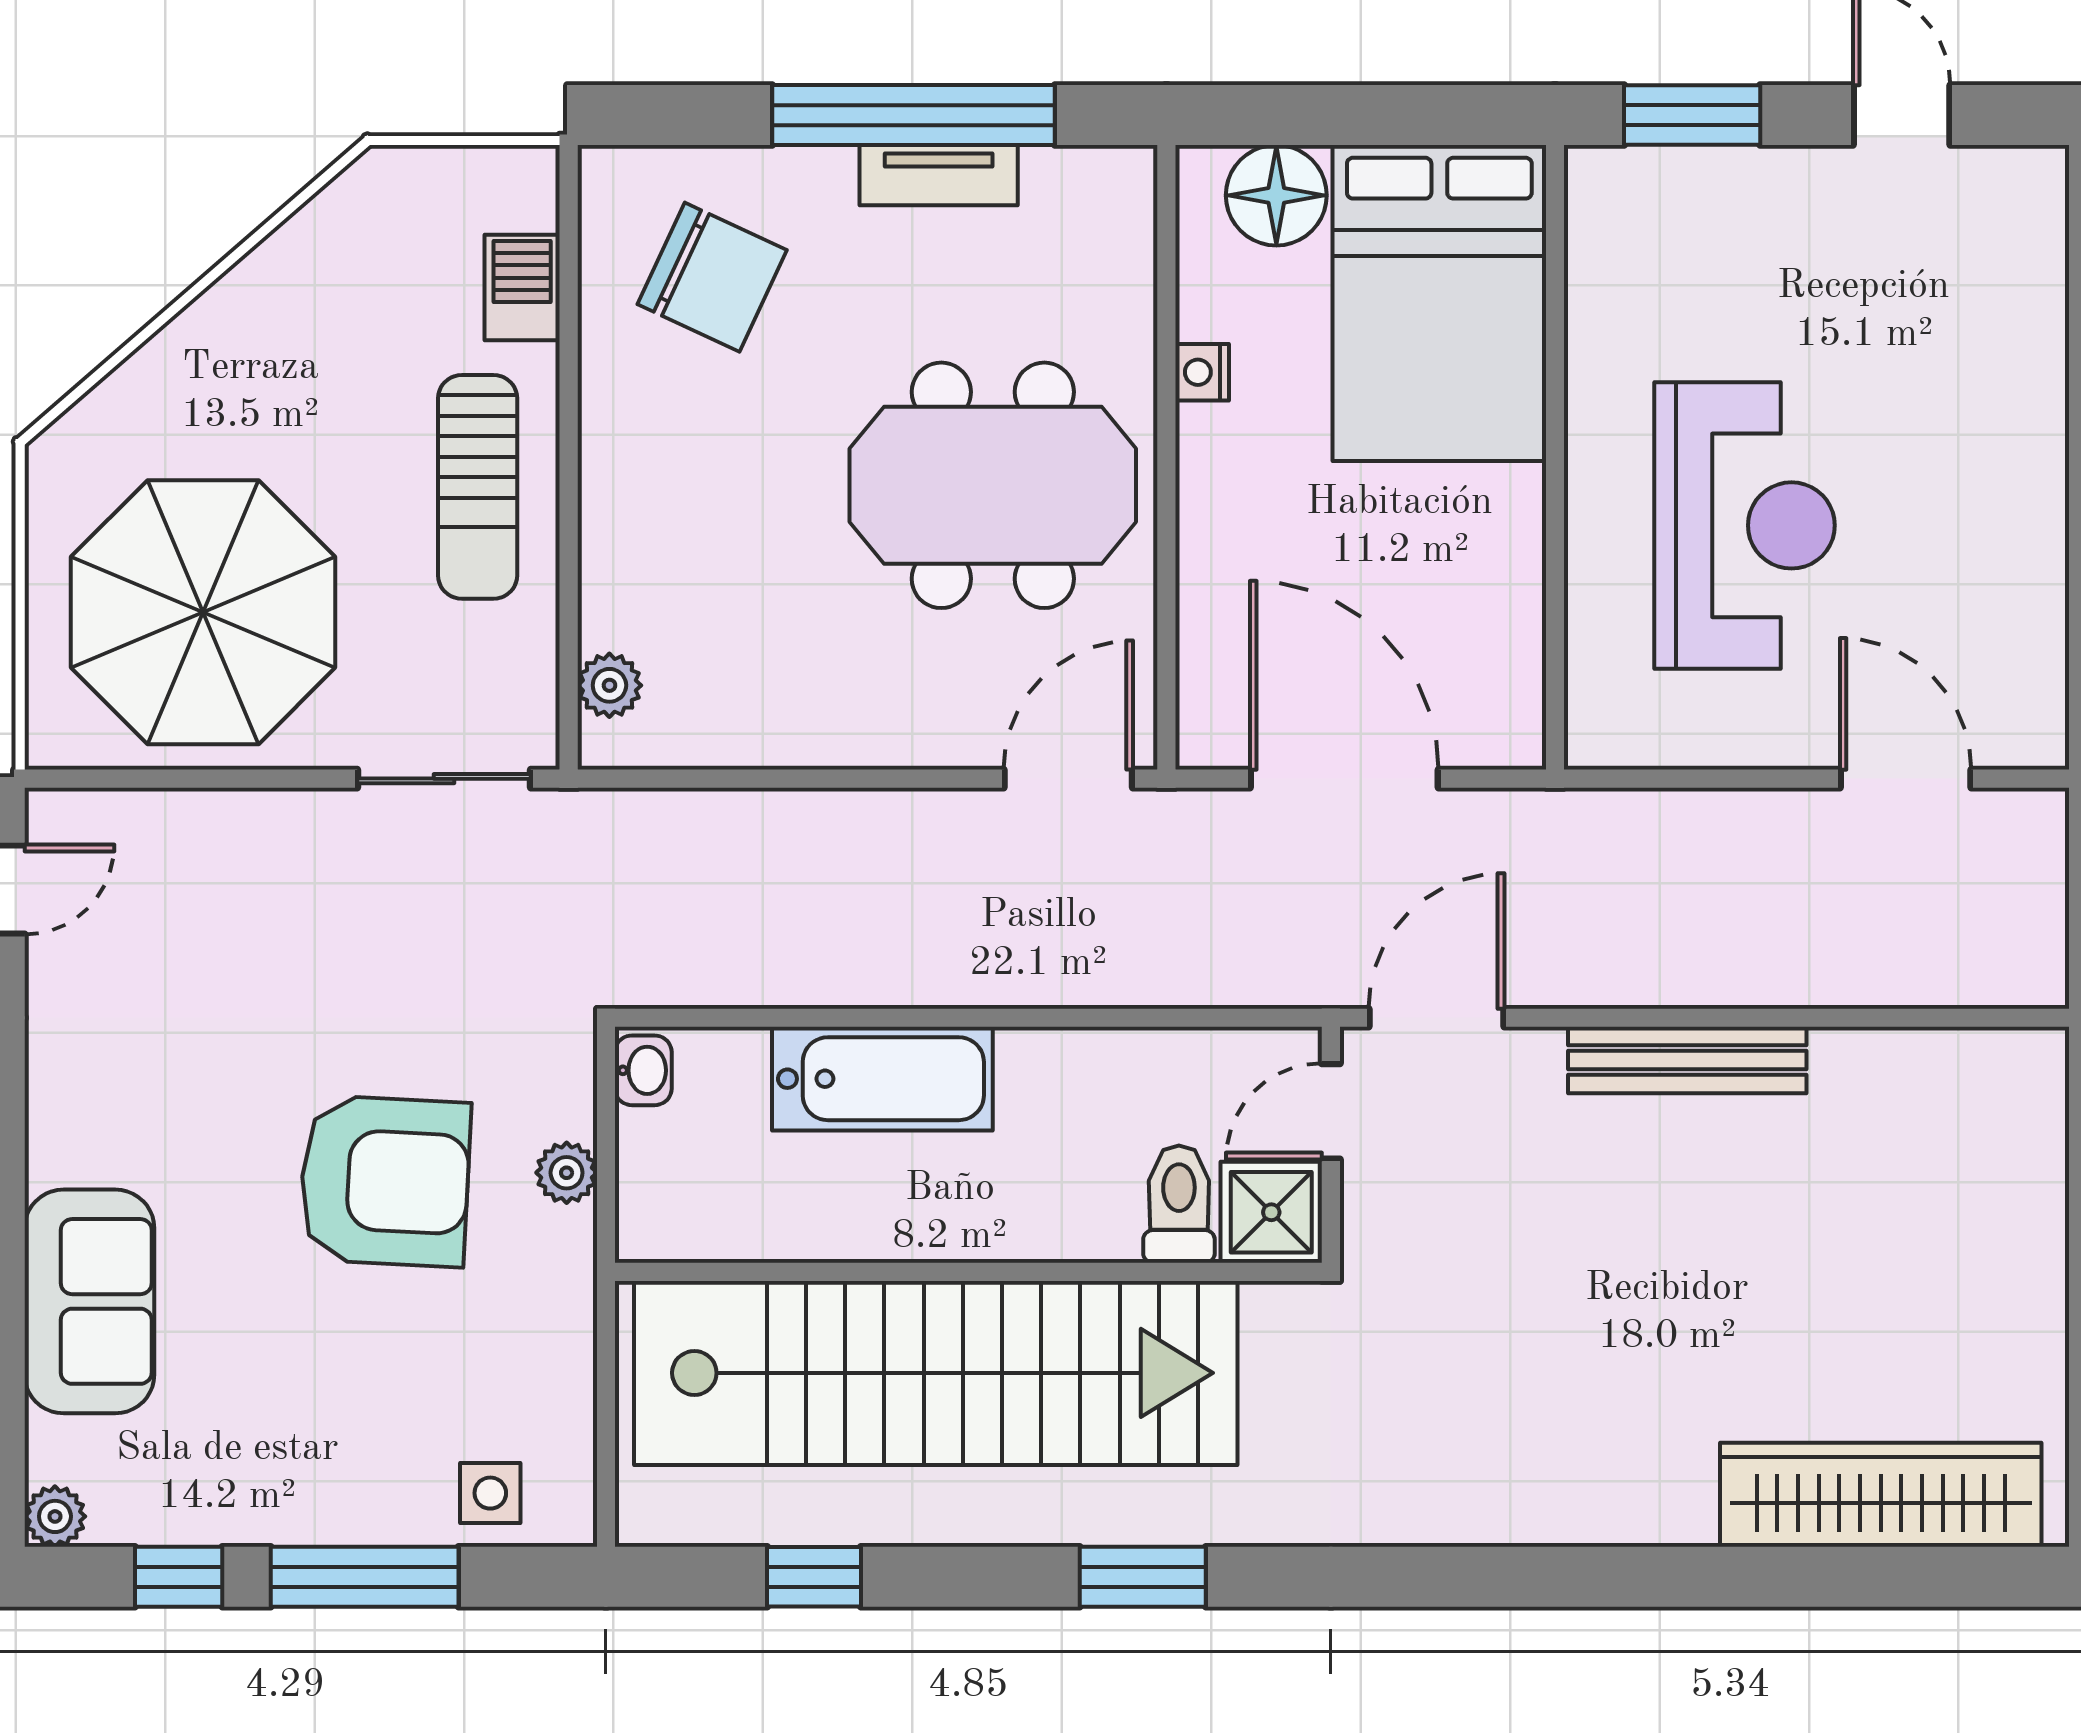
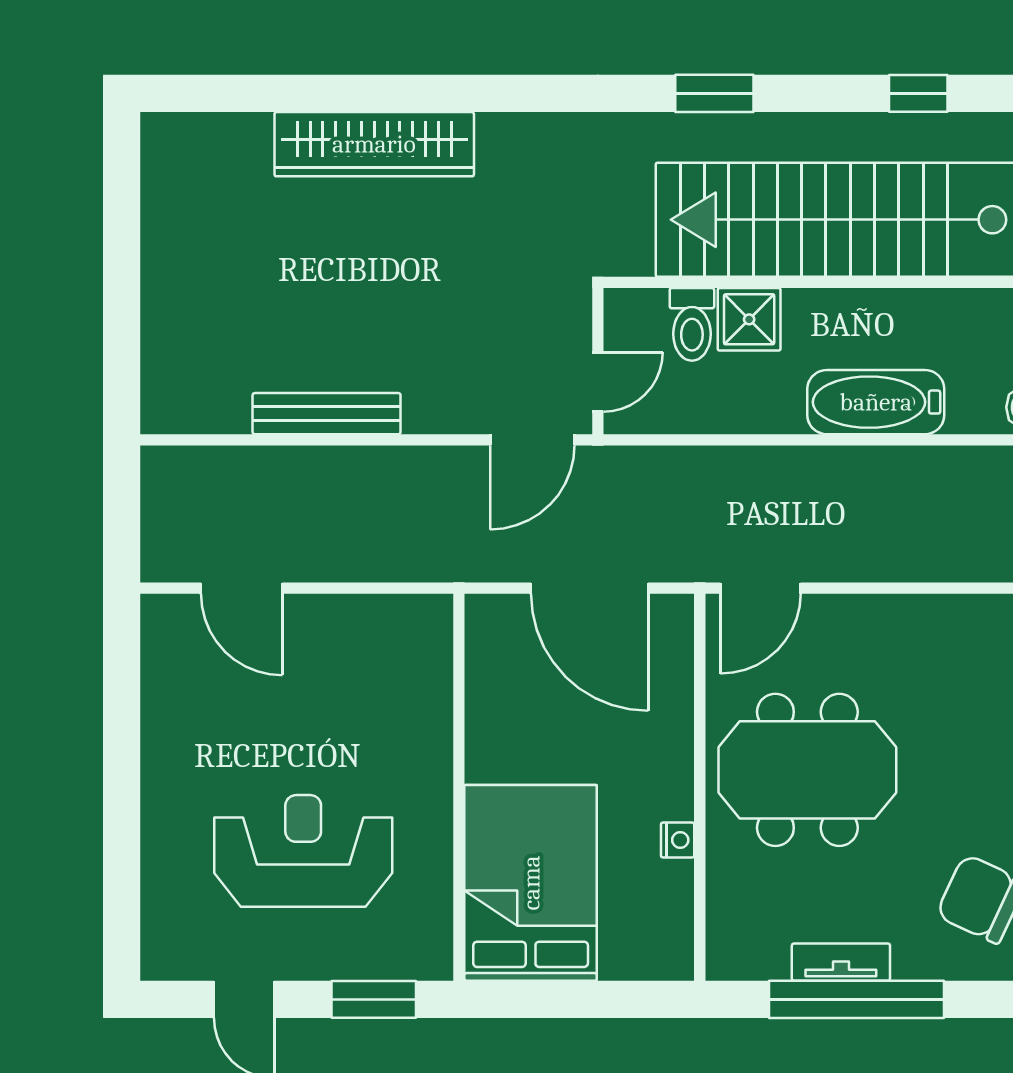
floor lamp: (1276, 195) -> (632, 950), removed
reception desk: (1745, 525) -> (303, 851), moved, turned 90
bench: (1687, 1060) -> (327, 414), moved
shower: (1271, 1212) -> (749, 319), moved
wardrobe: (1881, 1495) -> (374, 144), moved

